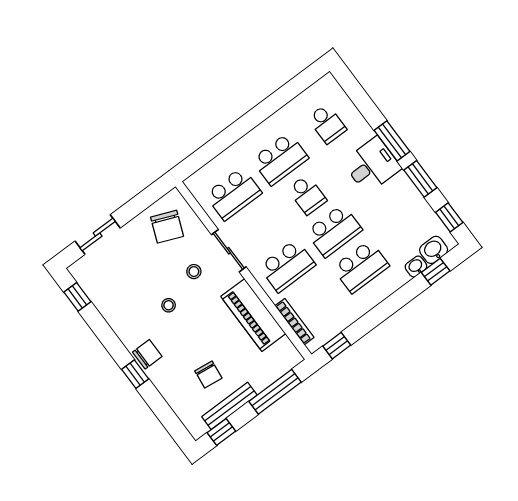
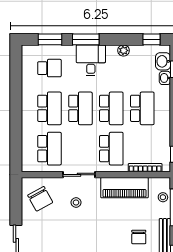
window: (420, 179) -> (50, 39), moved
school desk: (307, 195) -> (80, 108), width x1.85
plant: (412, 195) -> (124, 50), added
chair: (167, 227) -> (40, 199), turned 39
stool: (169, 305) -> (163, 197), moved
chair: (208, 375) -> (139, 237), turned 83

